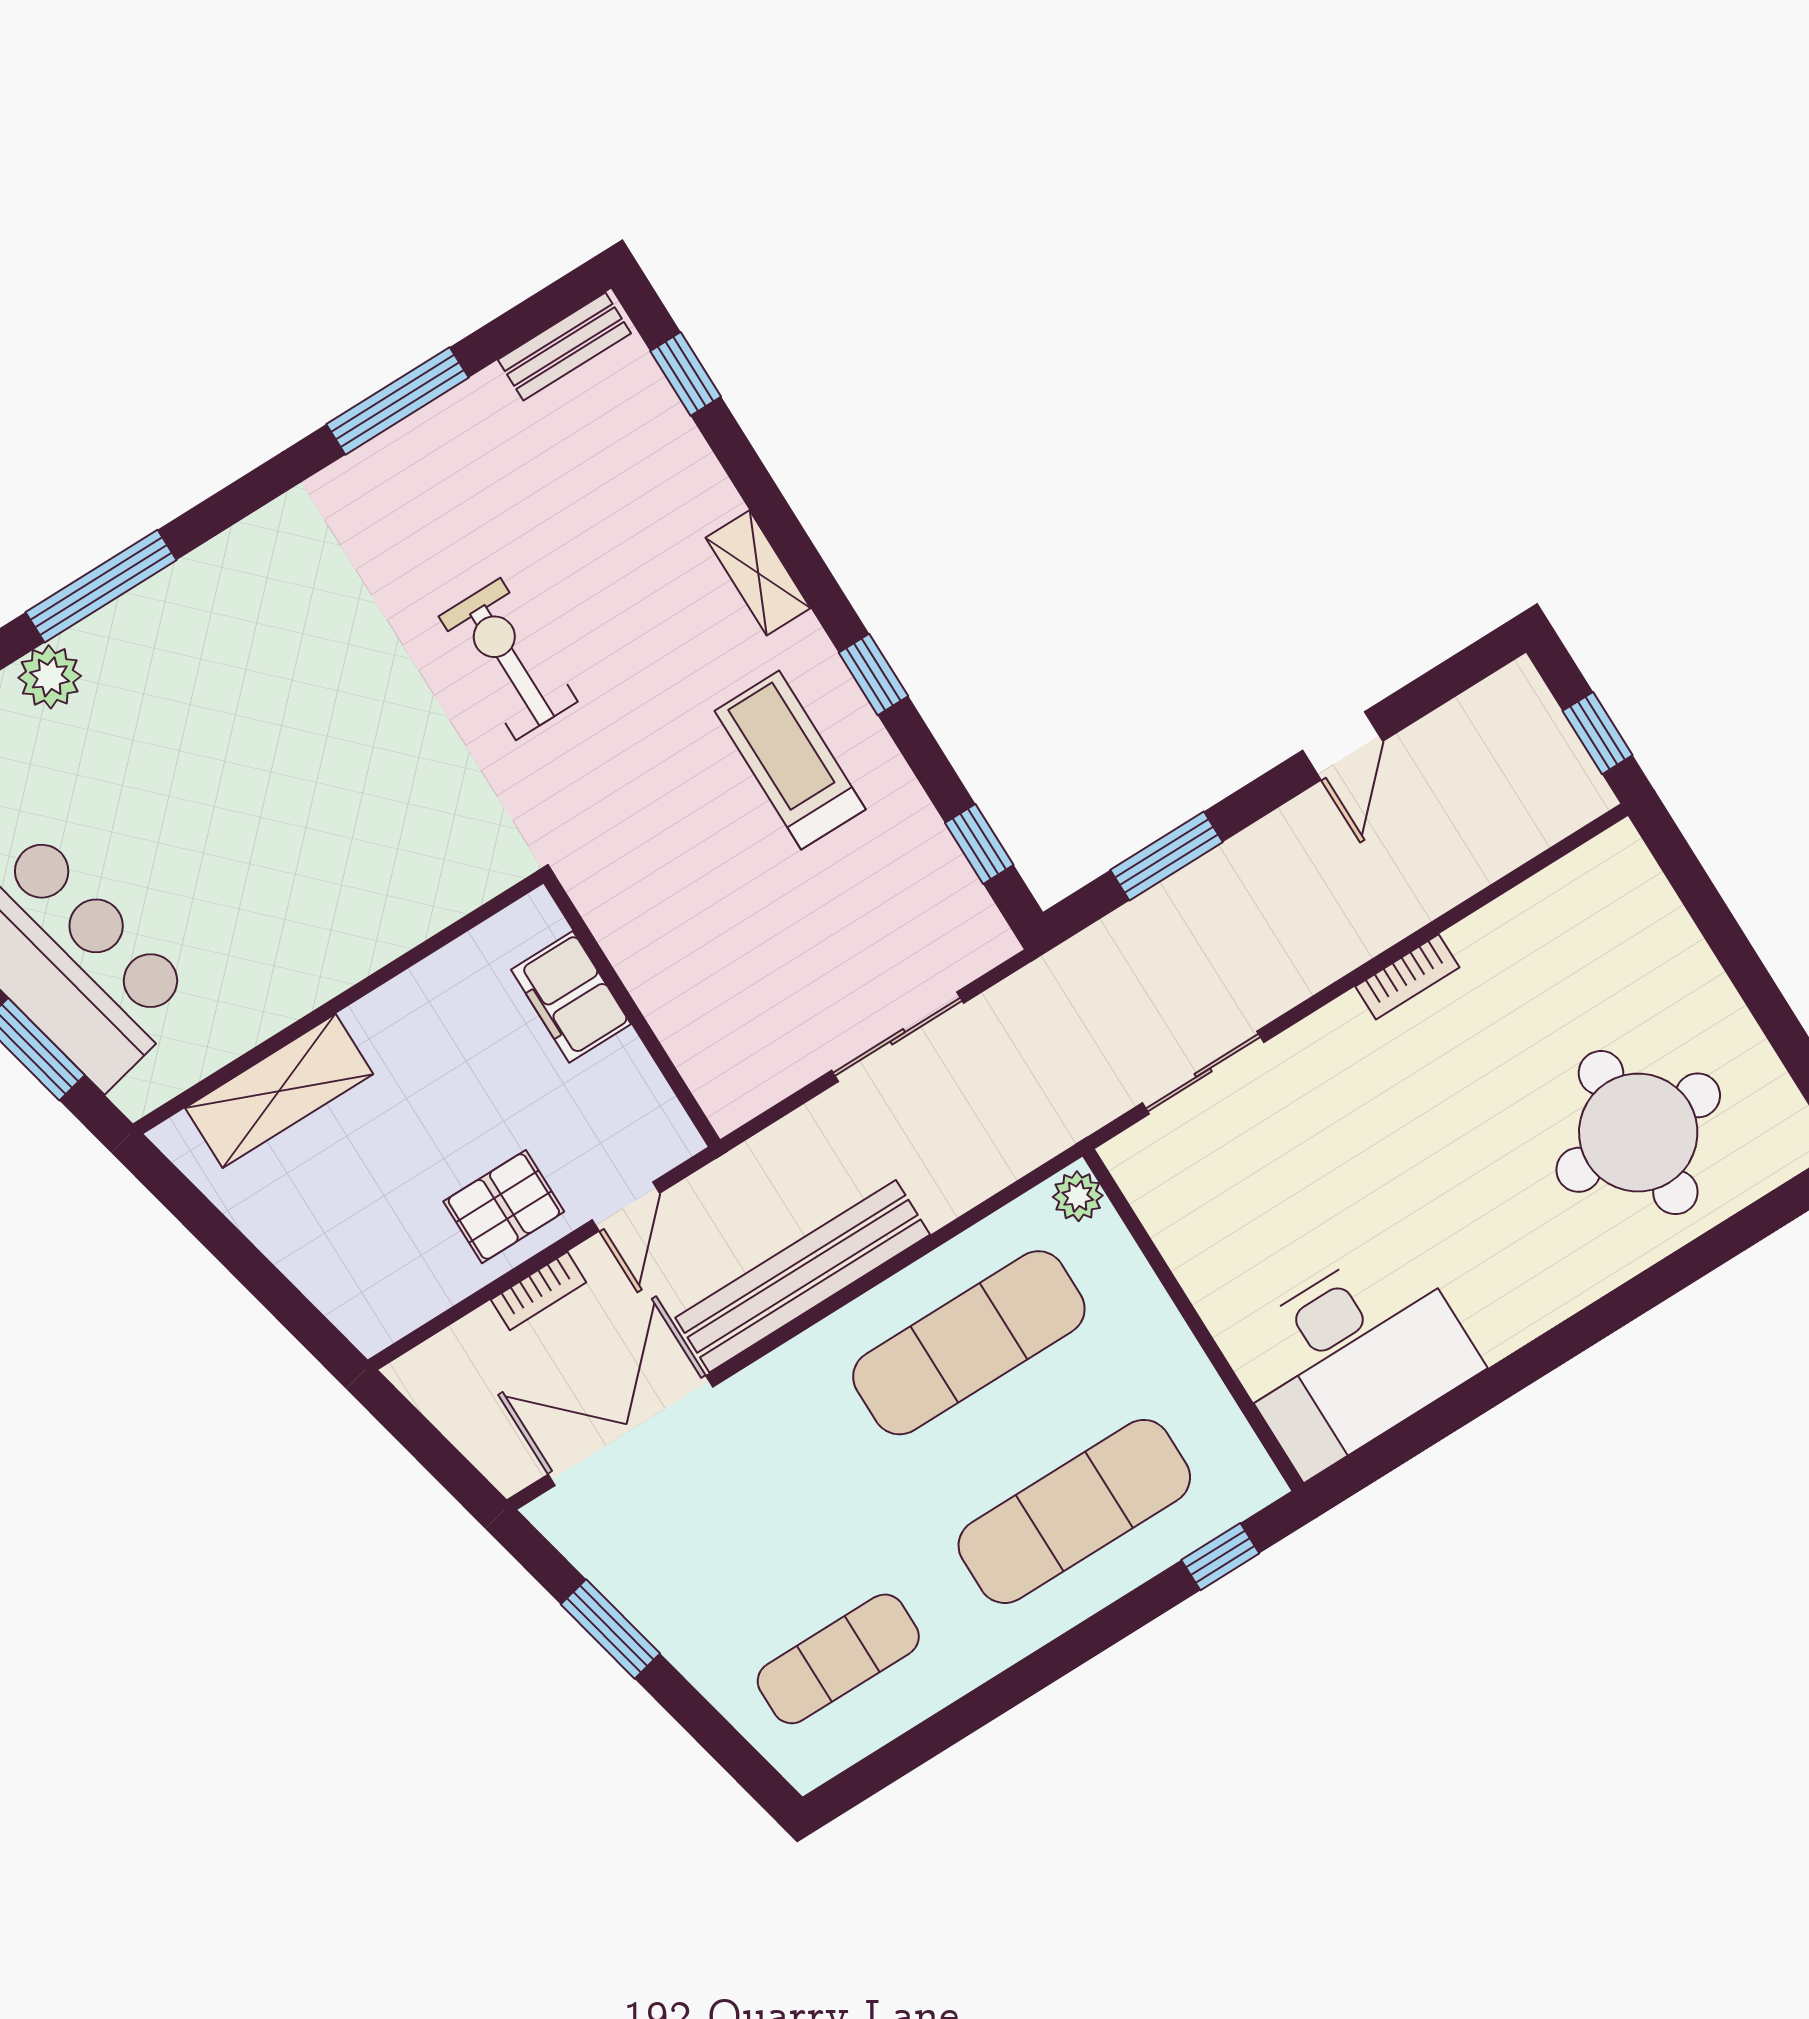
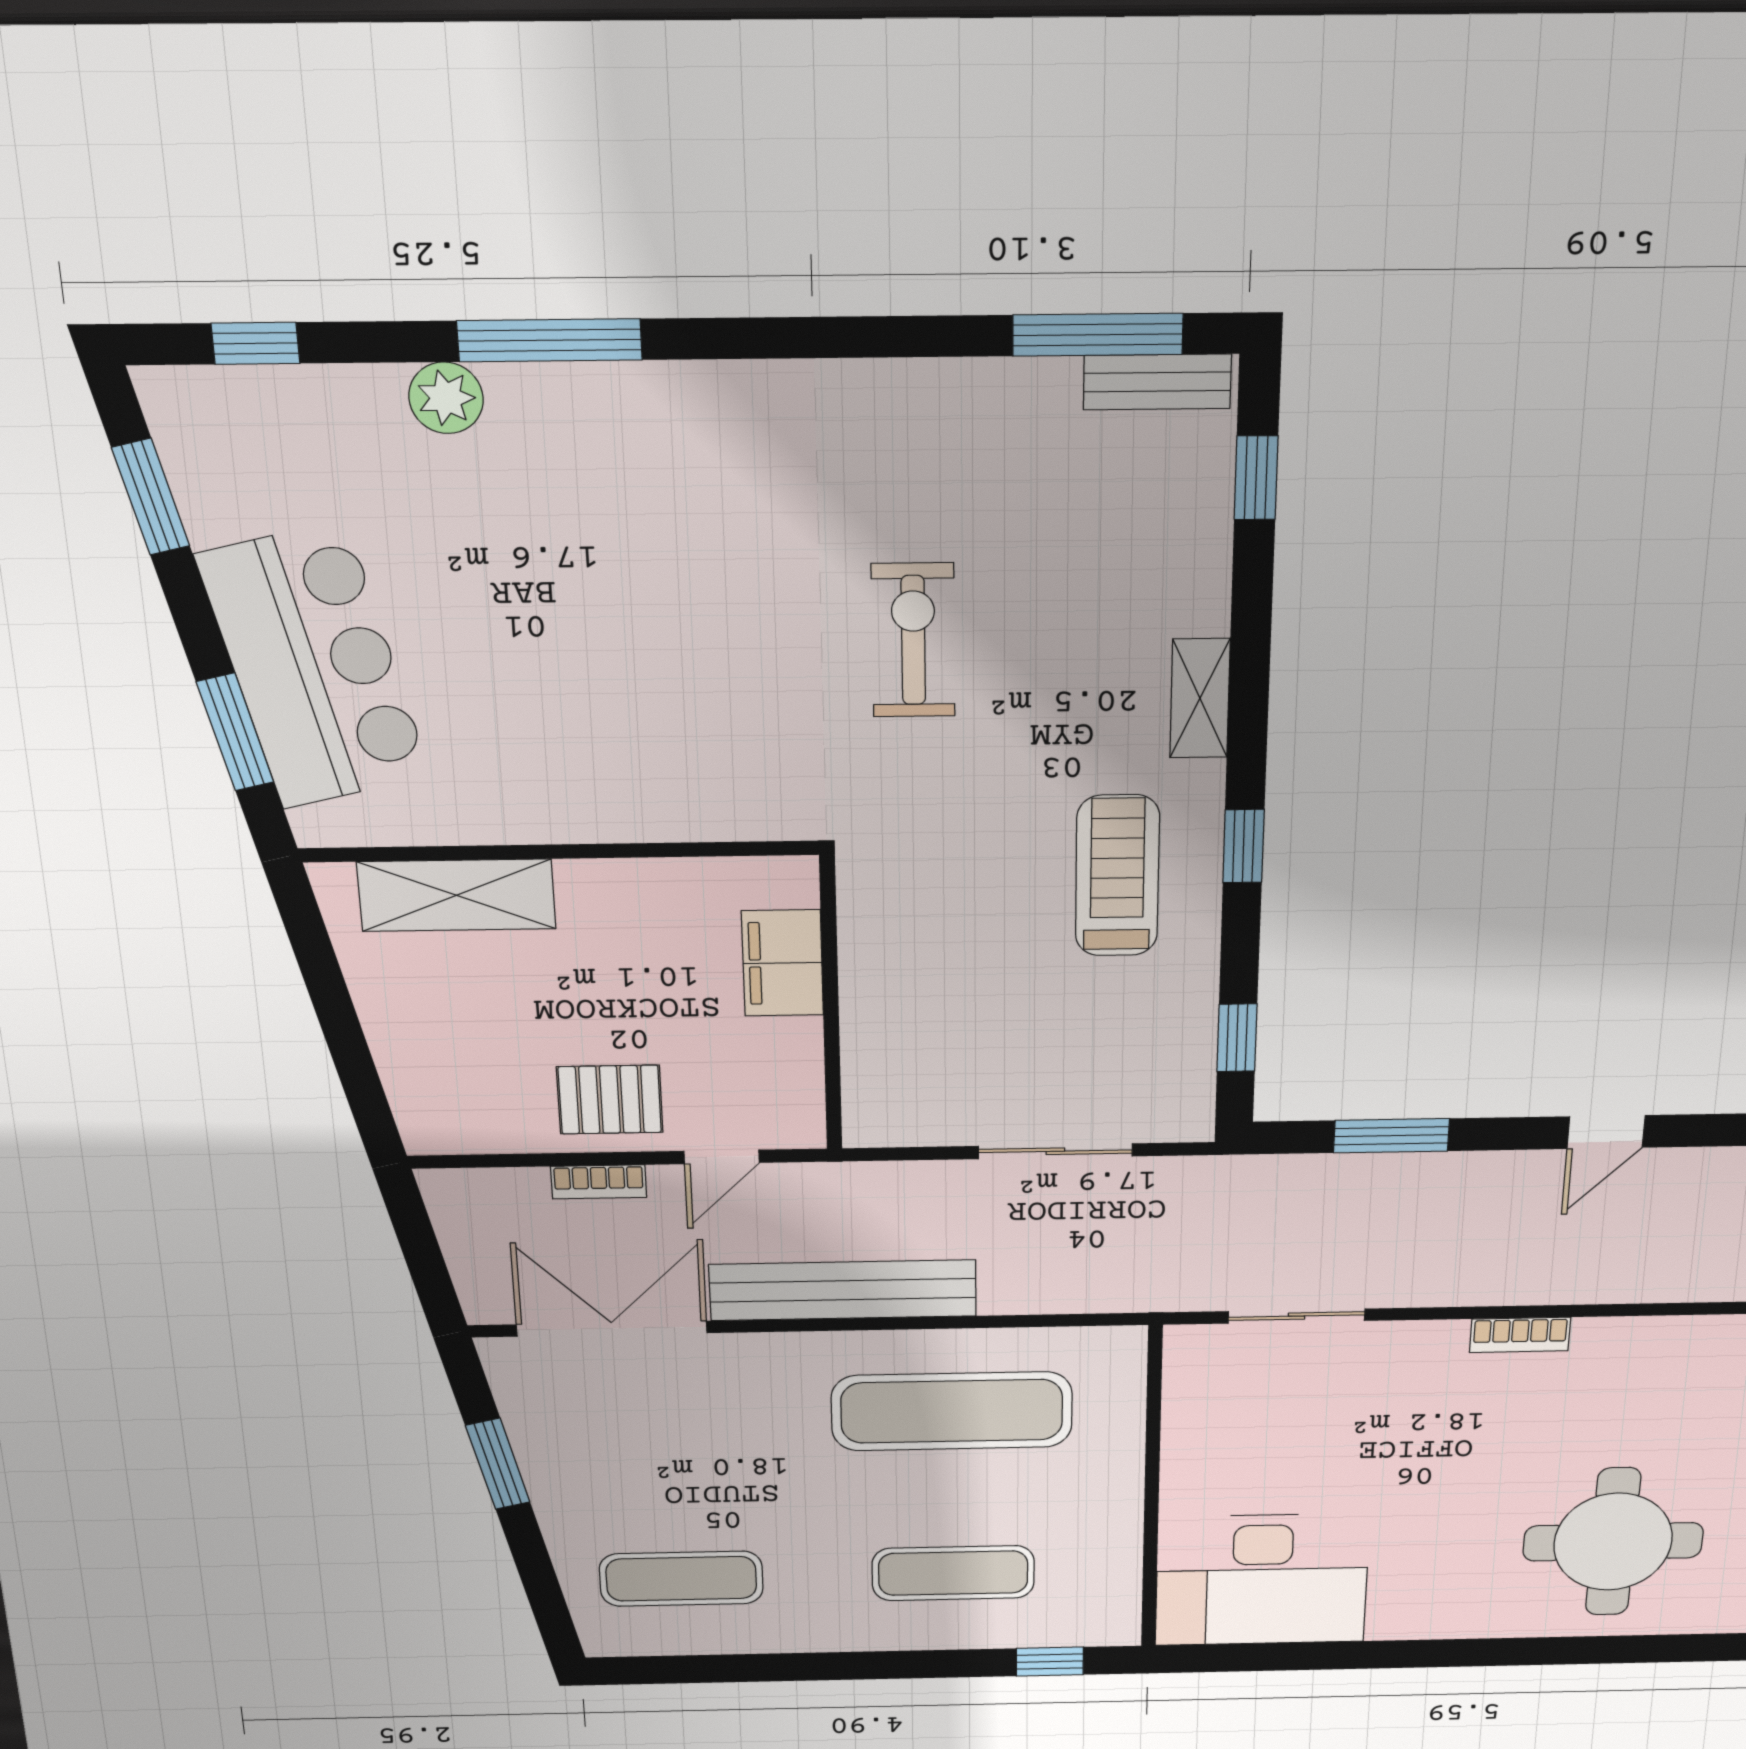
window: (398, 401) -> (1098, 335), moved
plant: (1078, 1196) -> (1122, 1352), removed
exercise mat: (1074, 1511) -> (953, 1573), width x0.73, depth x0.69

